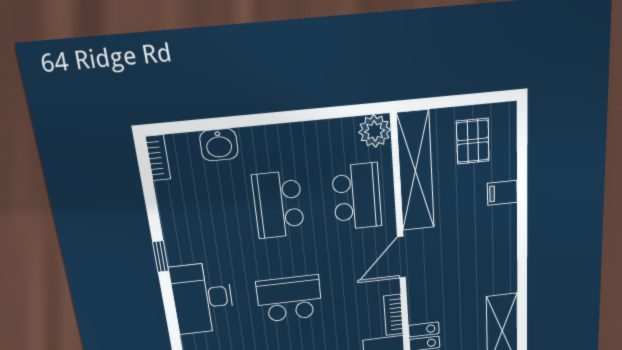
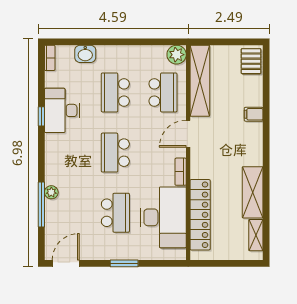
pallet: (473, 141) -> (251, 61), moved
filing cabinet: (502, 193) -> (254, 114), moved
desk: (203, 298) -> (62, 110), moved
school desk: (289, 299) -> (115, 153), turned -90

